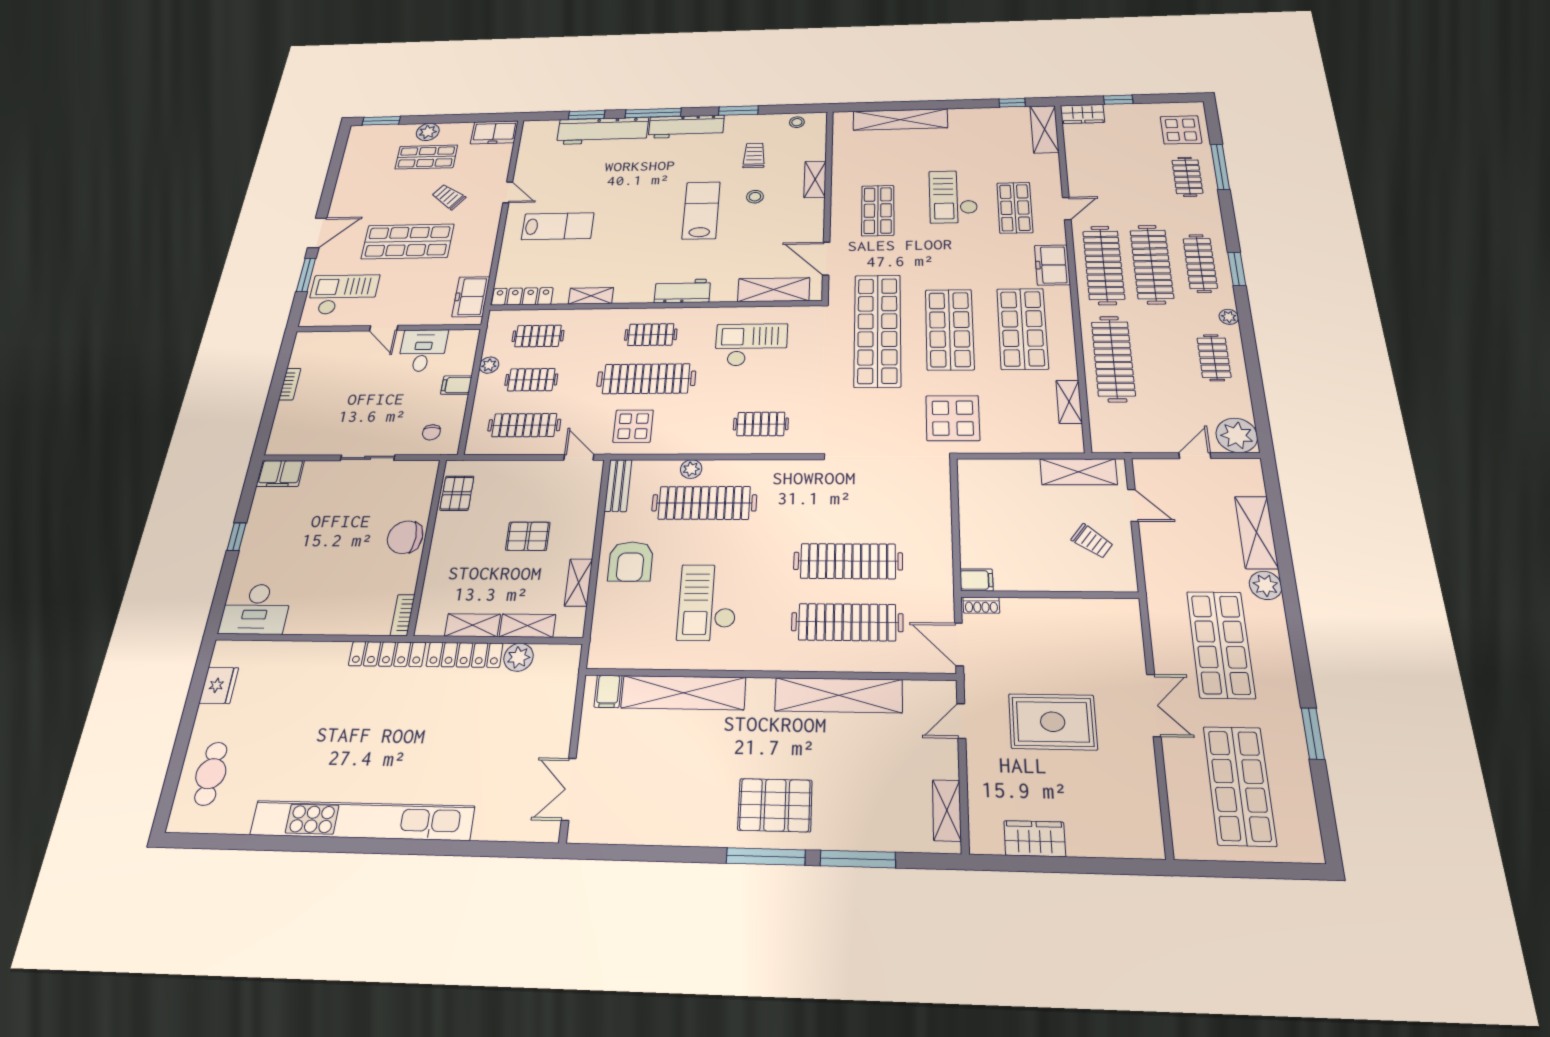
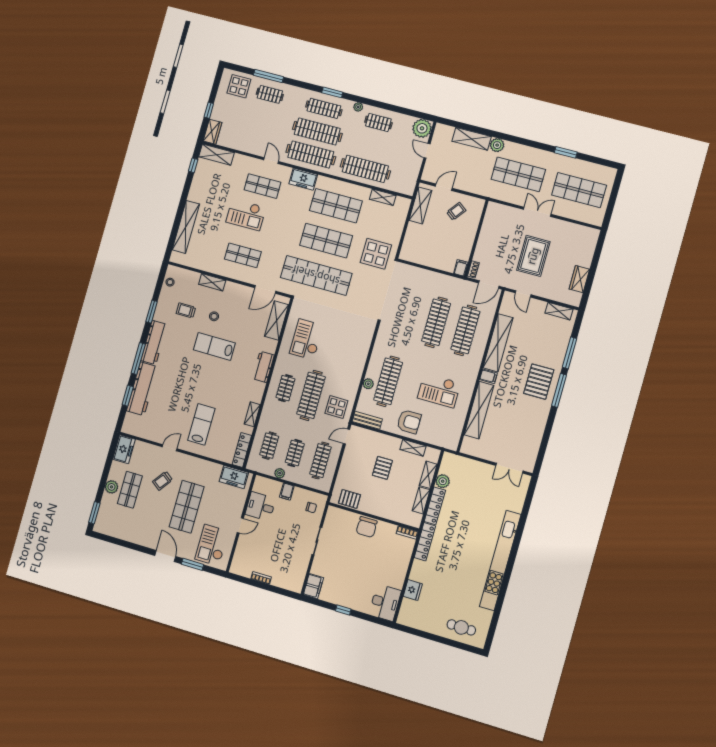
clothes rail: (761, 424) -> (353, 345), removed
fridge: (219, 685) -> (413, 590), moved, turned 90
filing cabinet: (608, 691) -> (488, 376), moved

